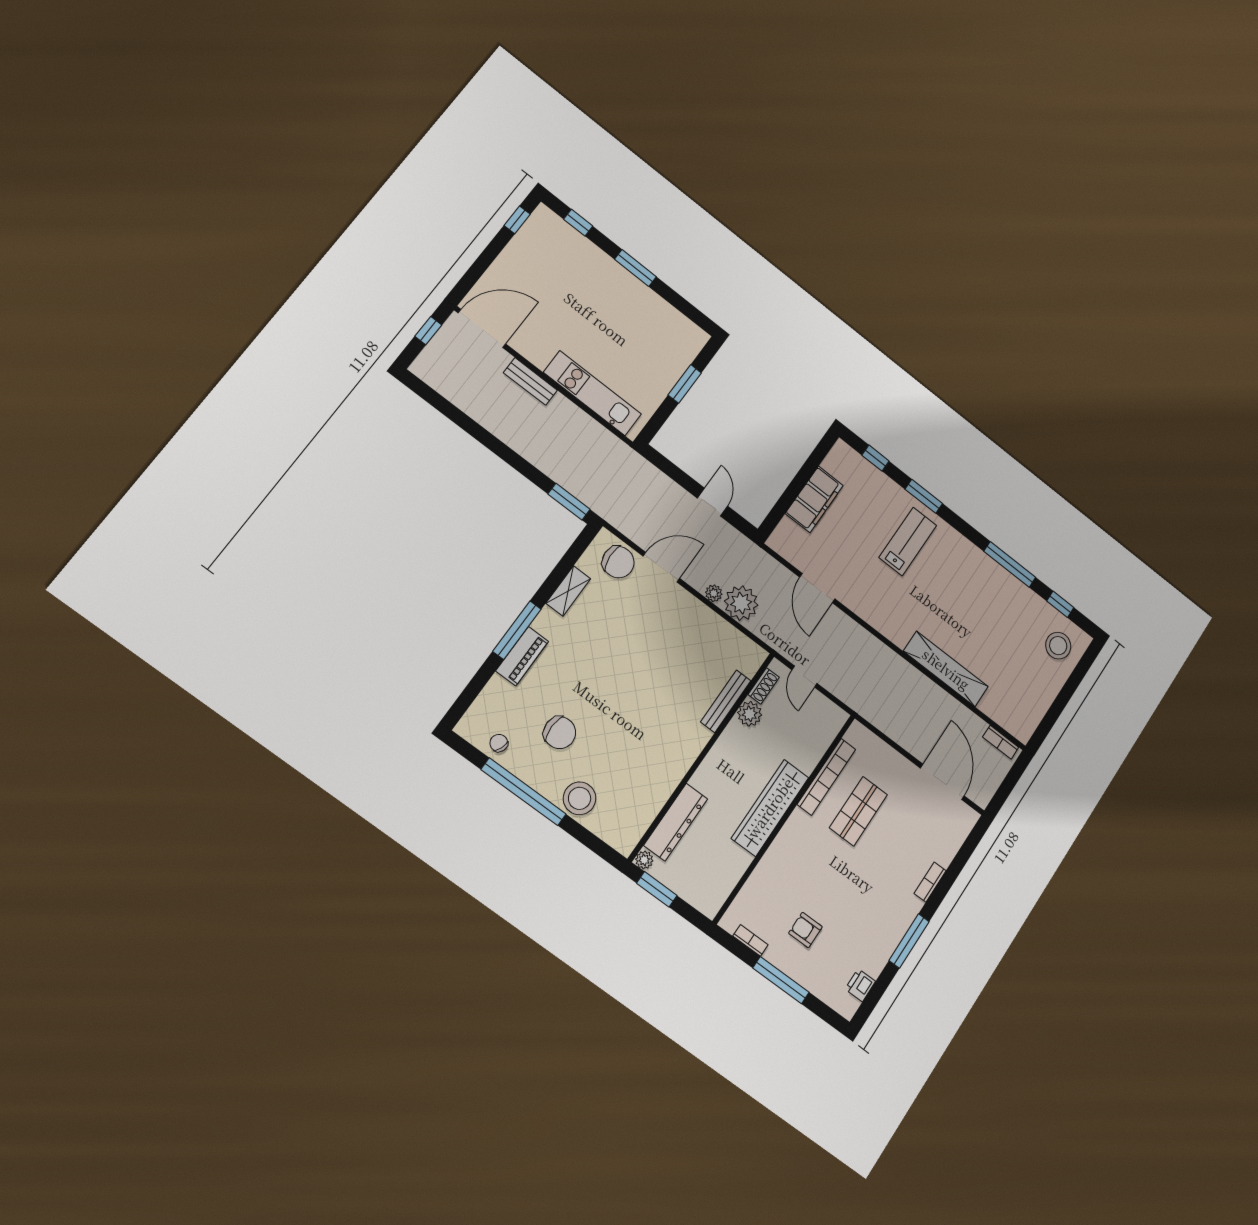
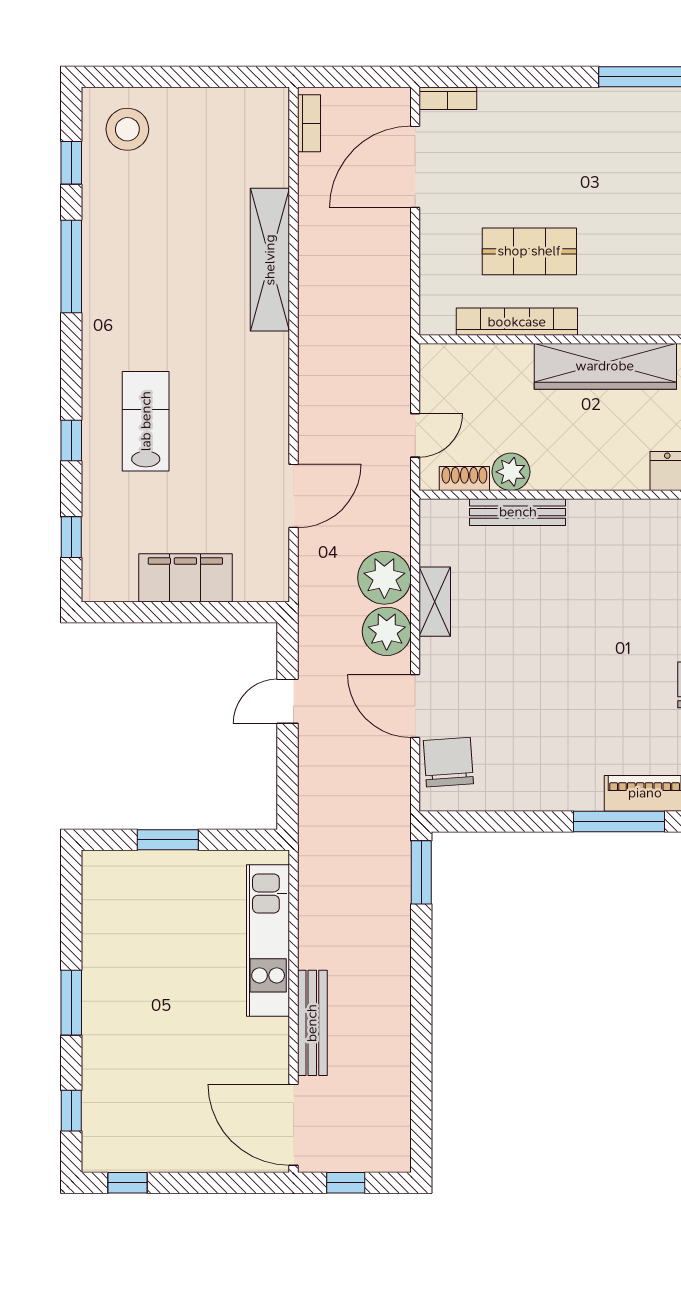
bench: (530, 381) -> (312, 1023), width x1.36
window: (924, 496) -> (71, 440), width x0.67
lab bench: (908, 541) -> (146, 421), turned 90
shelving: (568, 591) -> (435, 602), moved, turned 90
plant: (714, 593) -> (387, 631), width x1.88, depth x1.88
bookcase: (930, 882) -> (448, 98), moved

